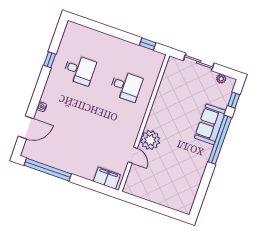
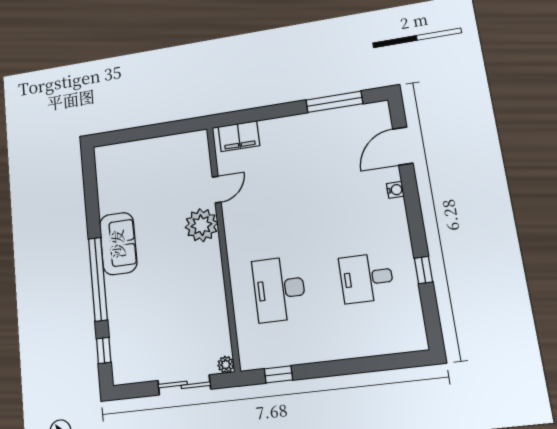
plant: (221, 79) -> (226, 365), moved
desk: (126, 86) -> (279, 289), width x1.37
sofa: (210, 124) -> (118, 244), moved
door: (133, 155) -> (217, 190), swing flipped
window: (48, 170) -> (334, 102), width x0.68

